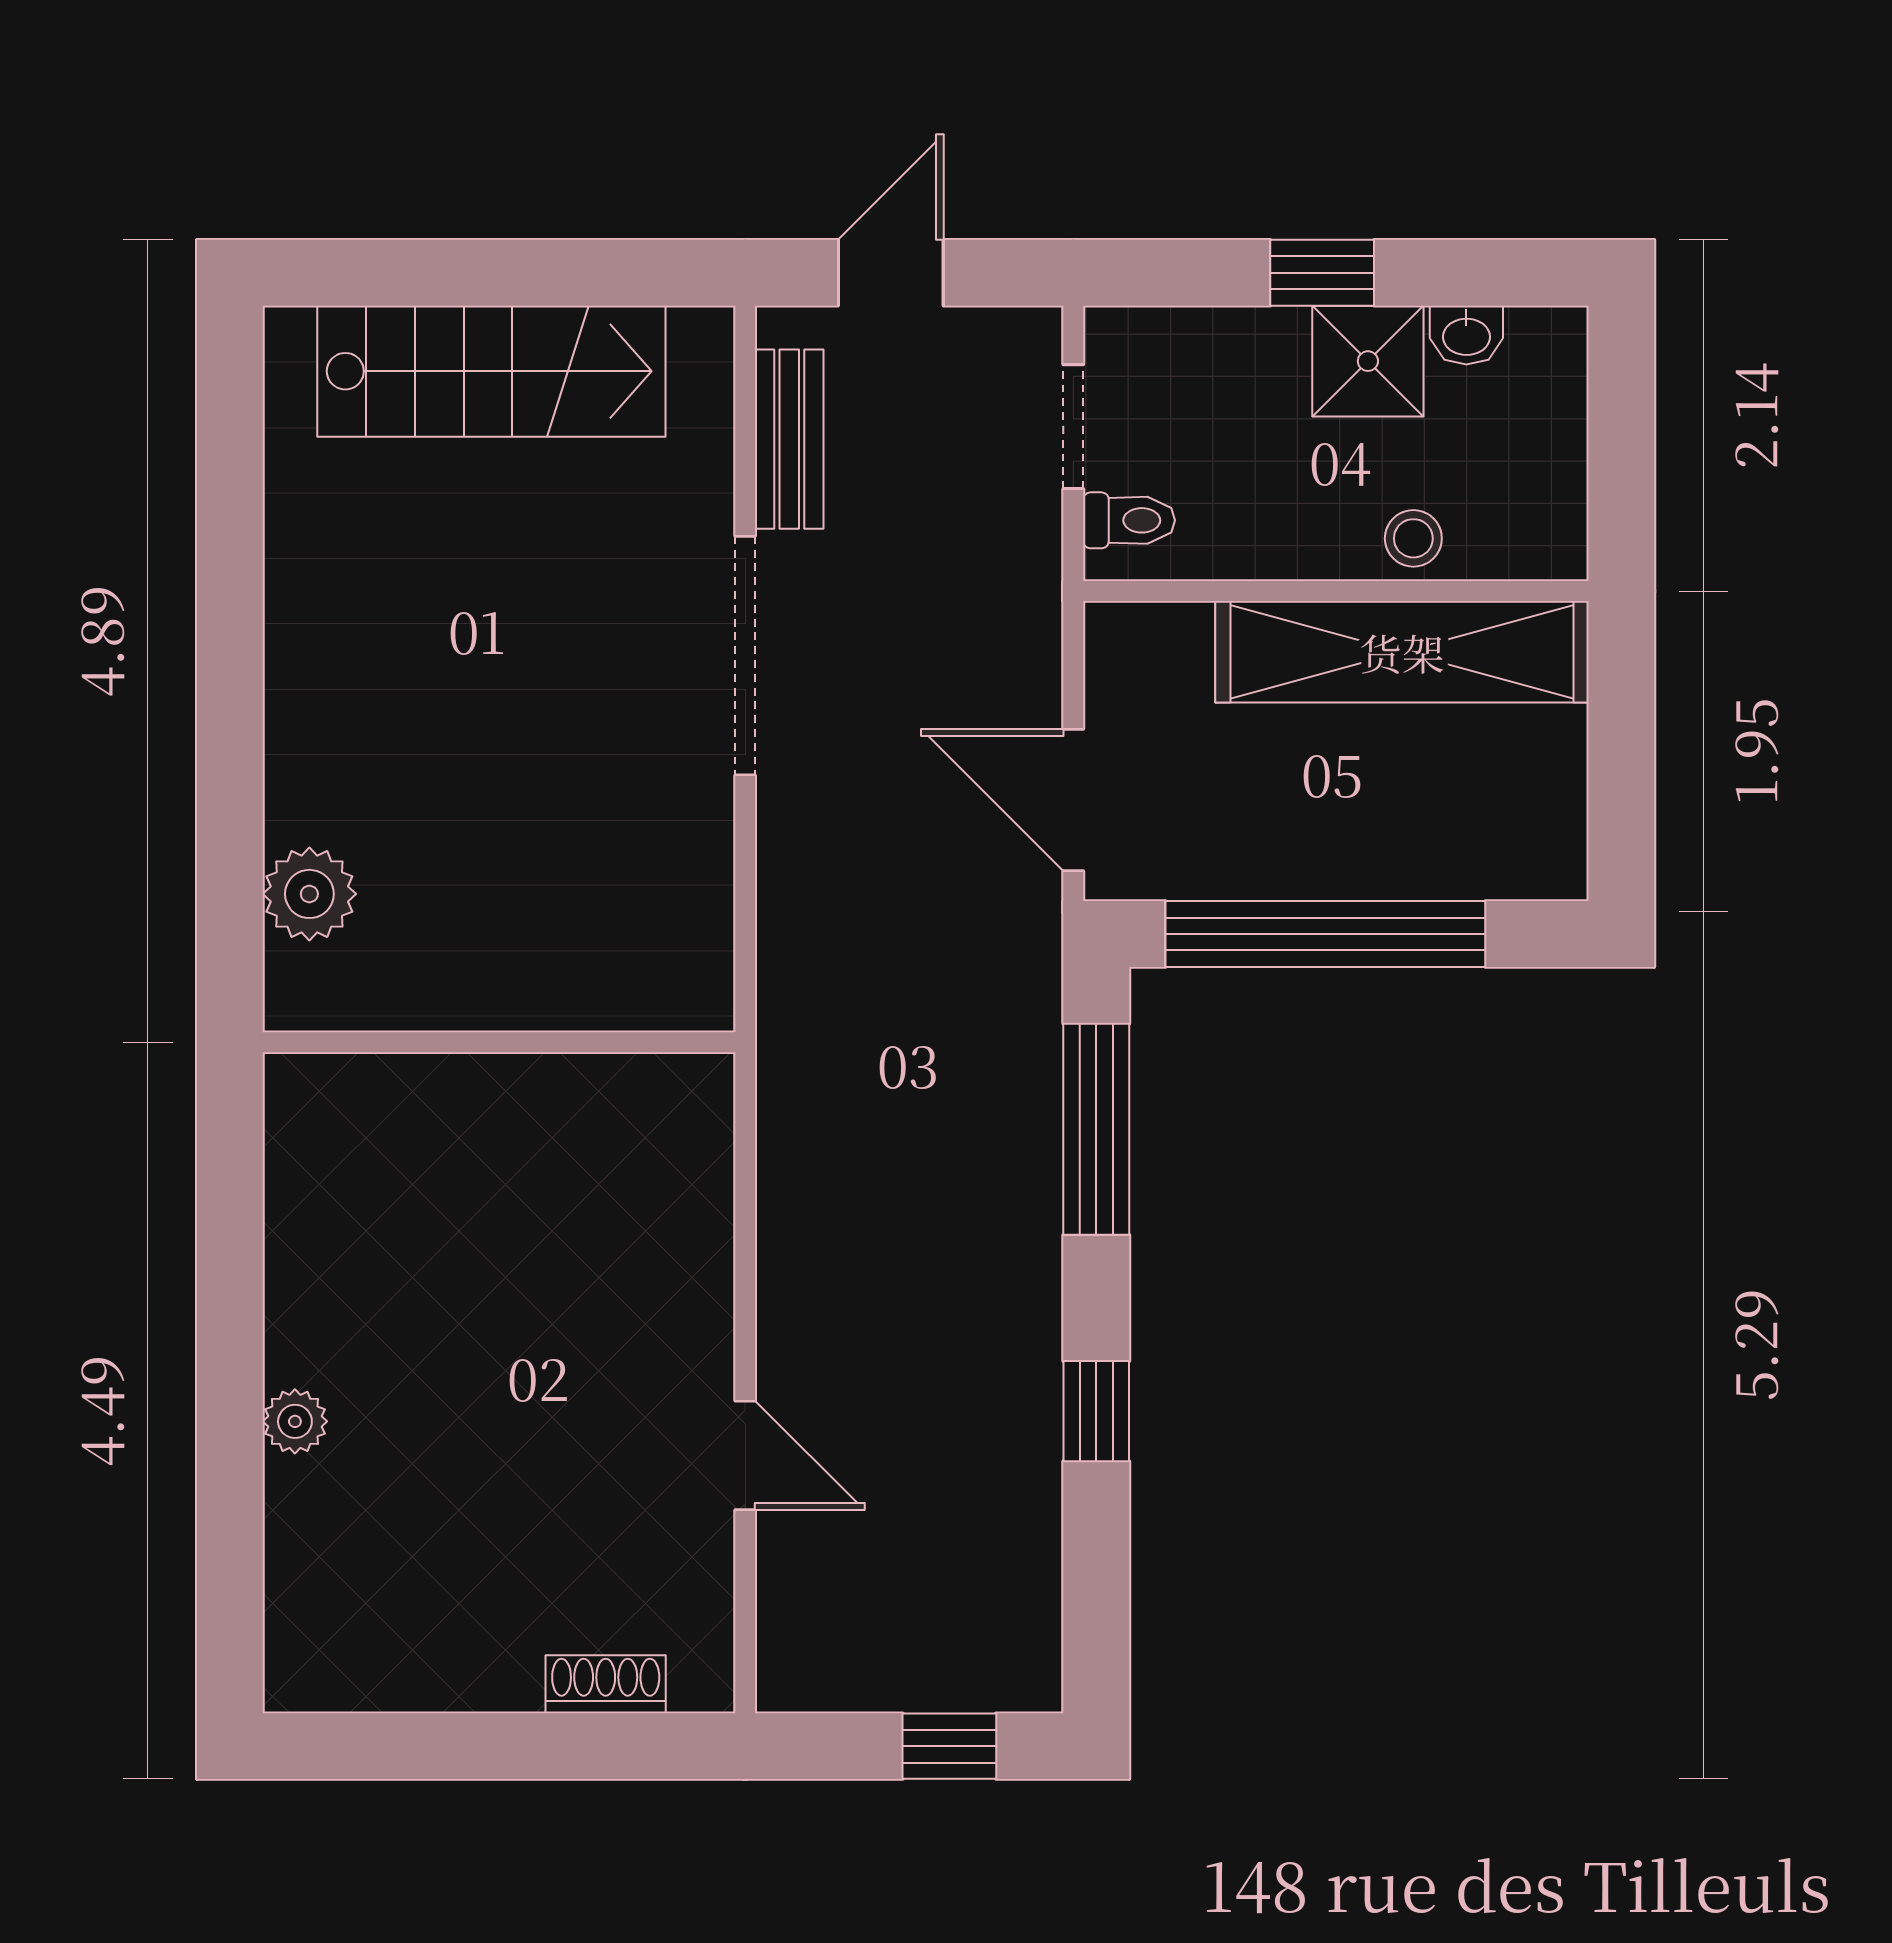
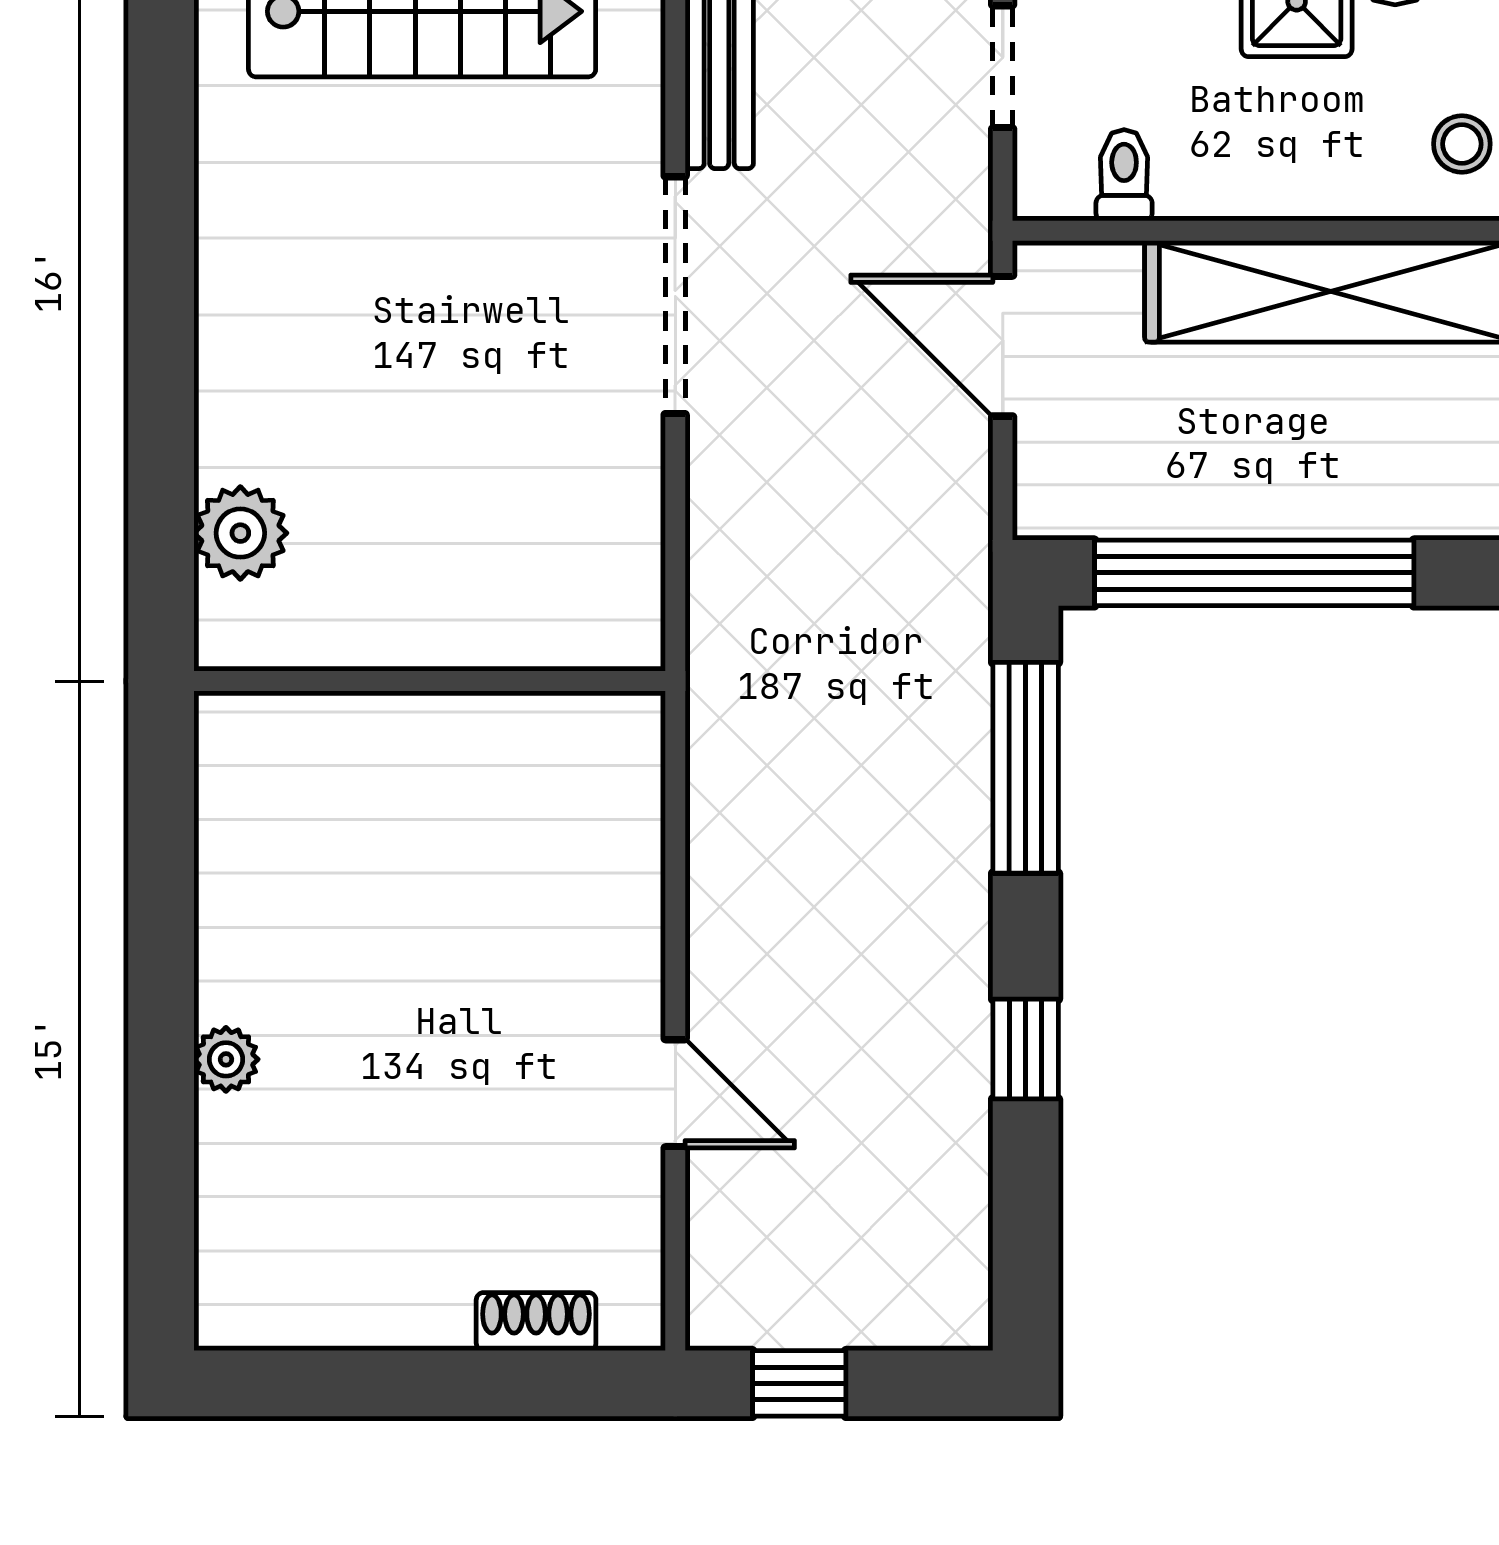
toilet: (1129, 520) -> (1124, 175), moved, turned -90
stool: (1413, 538) -> (1462, 144), moved
door: (1073, 800) -> (1003, 346), moved
window: (949, 1746) -> (799, 1383), moved

